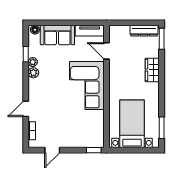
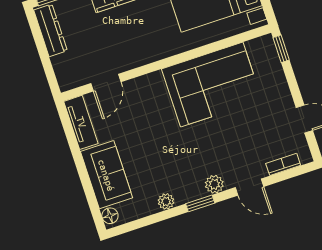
window: (26, 54) -> (200, 203), moved
plant: (33, 73) -> (214, 184), moved
corner sofa: (87, 86) -> (212, 84), moved

